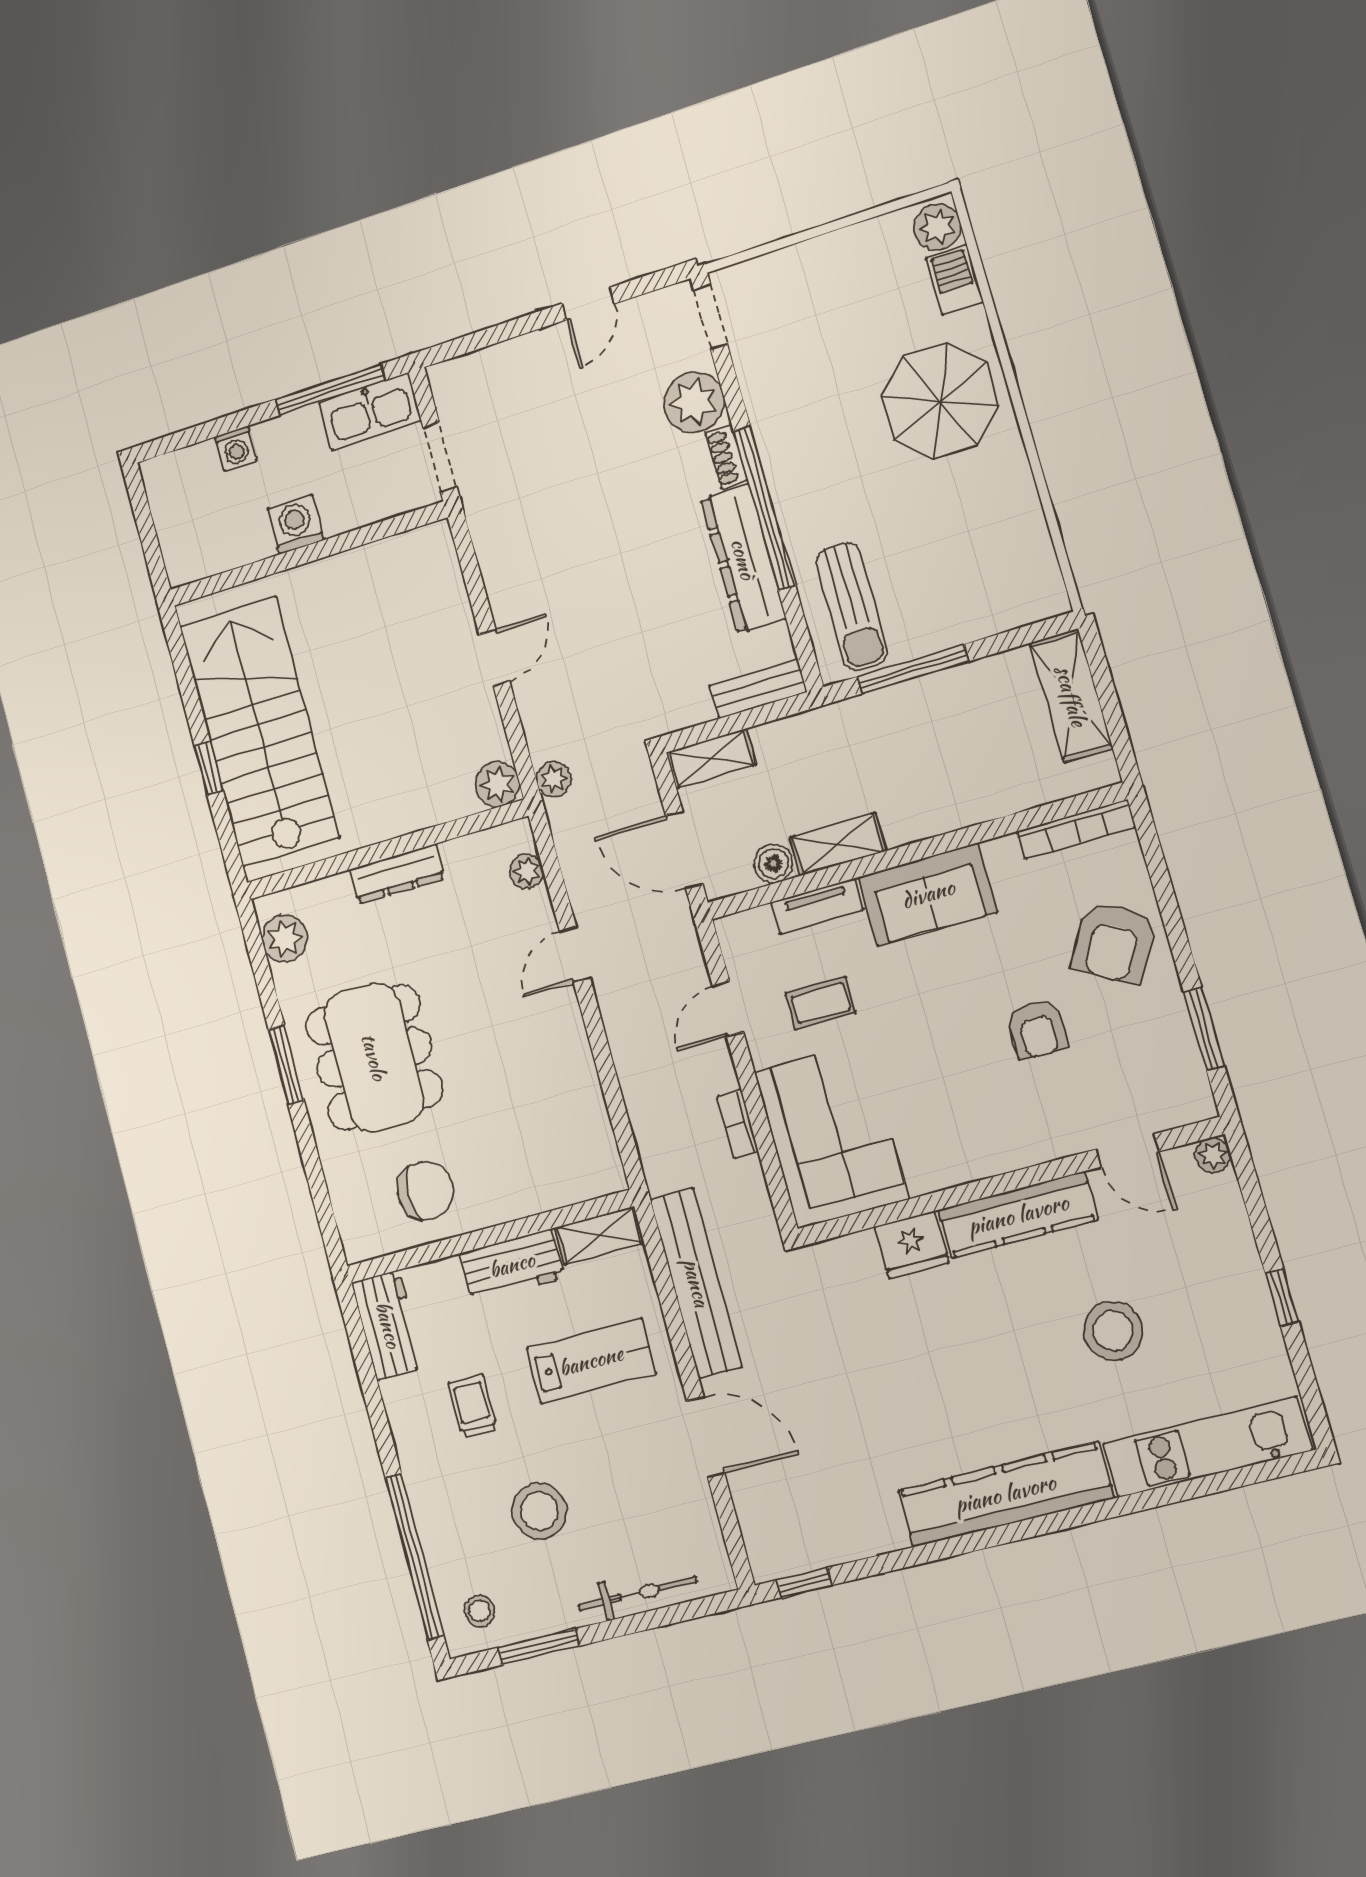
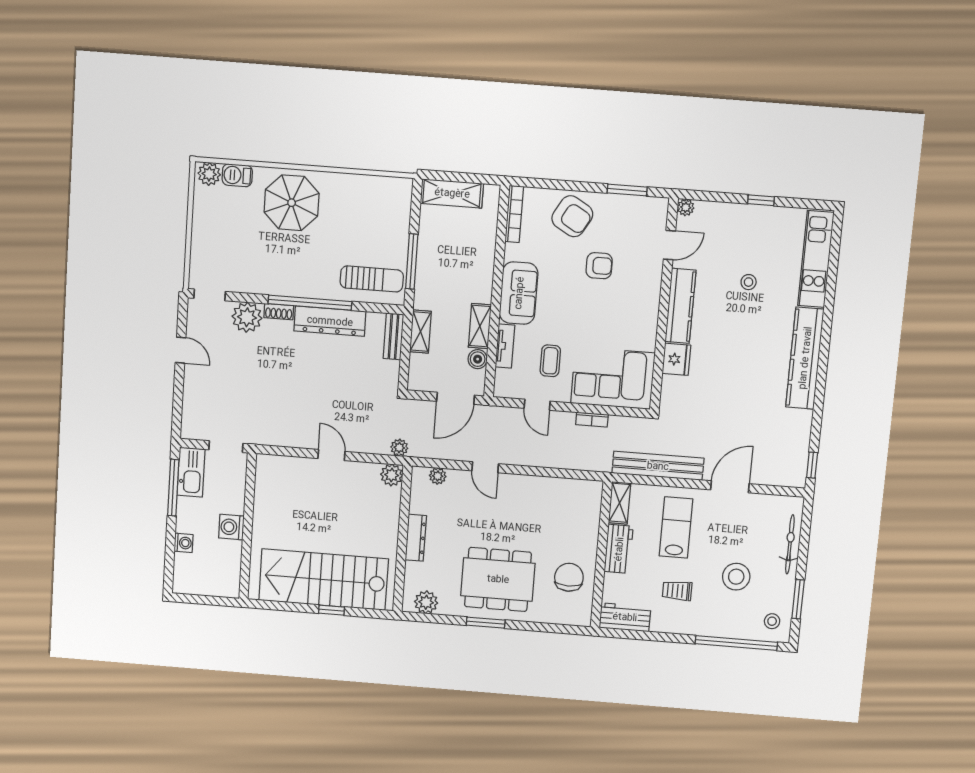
shelving: (711, 759) -> (420, 331), moved
stool: (1113, 1331) -> (749, 282), width x0.53, depth x0.53

